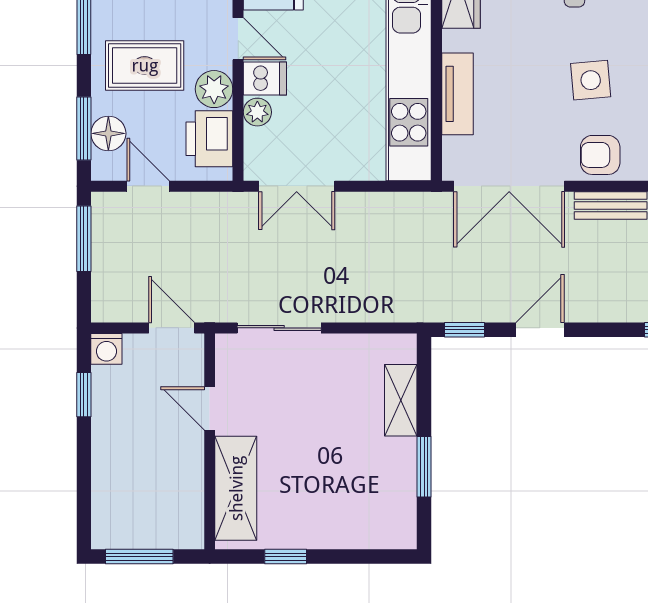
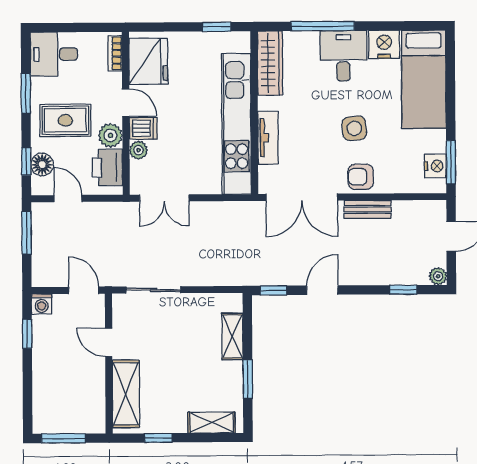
window: (84, 129) -> (26, 161), width x0.67
shelving: (368, 533) -> (212, 423), added

